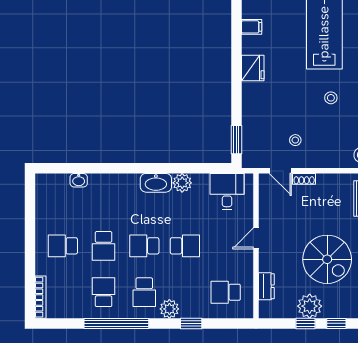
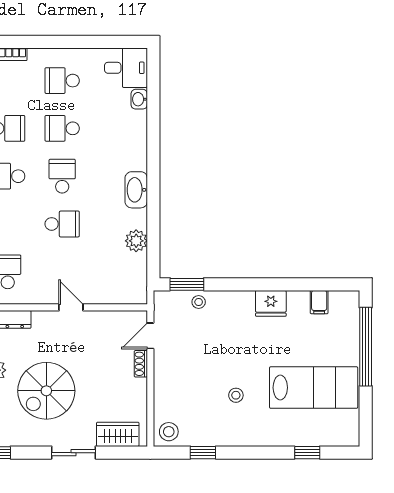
stool: (295, 140) -> (199, 302), moved
plant: (182, 183) -> (136, 241), moved
desk: (227, 191) -> (126, 68), moved
school desk: (63, 246) -> (62, 81), turned -90
school desk: (185, 246) -> (62, 224), turned -90

